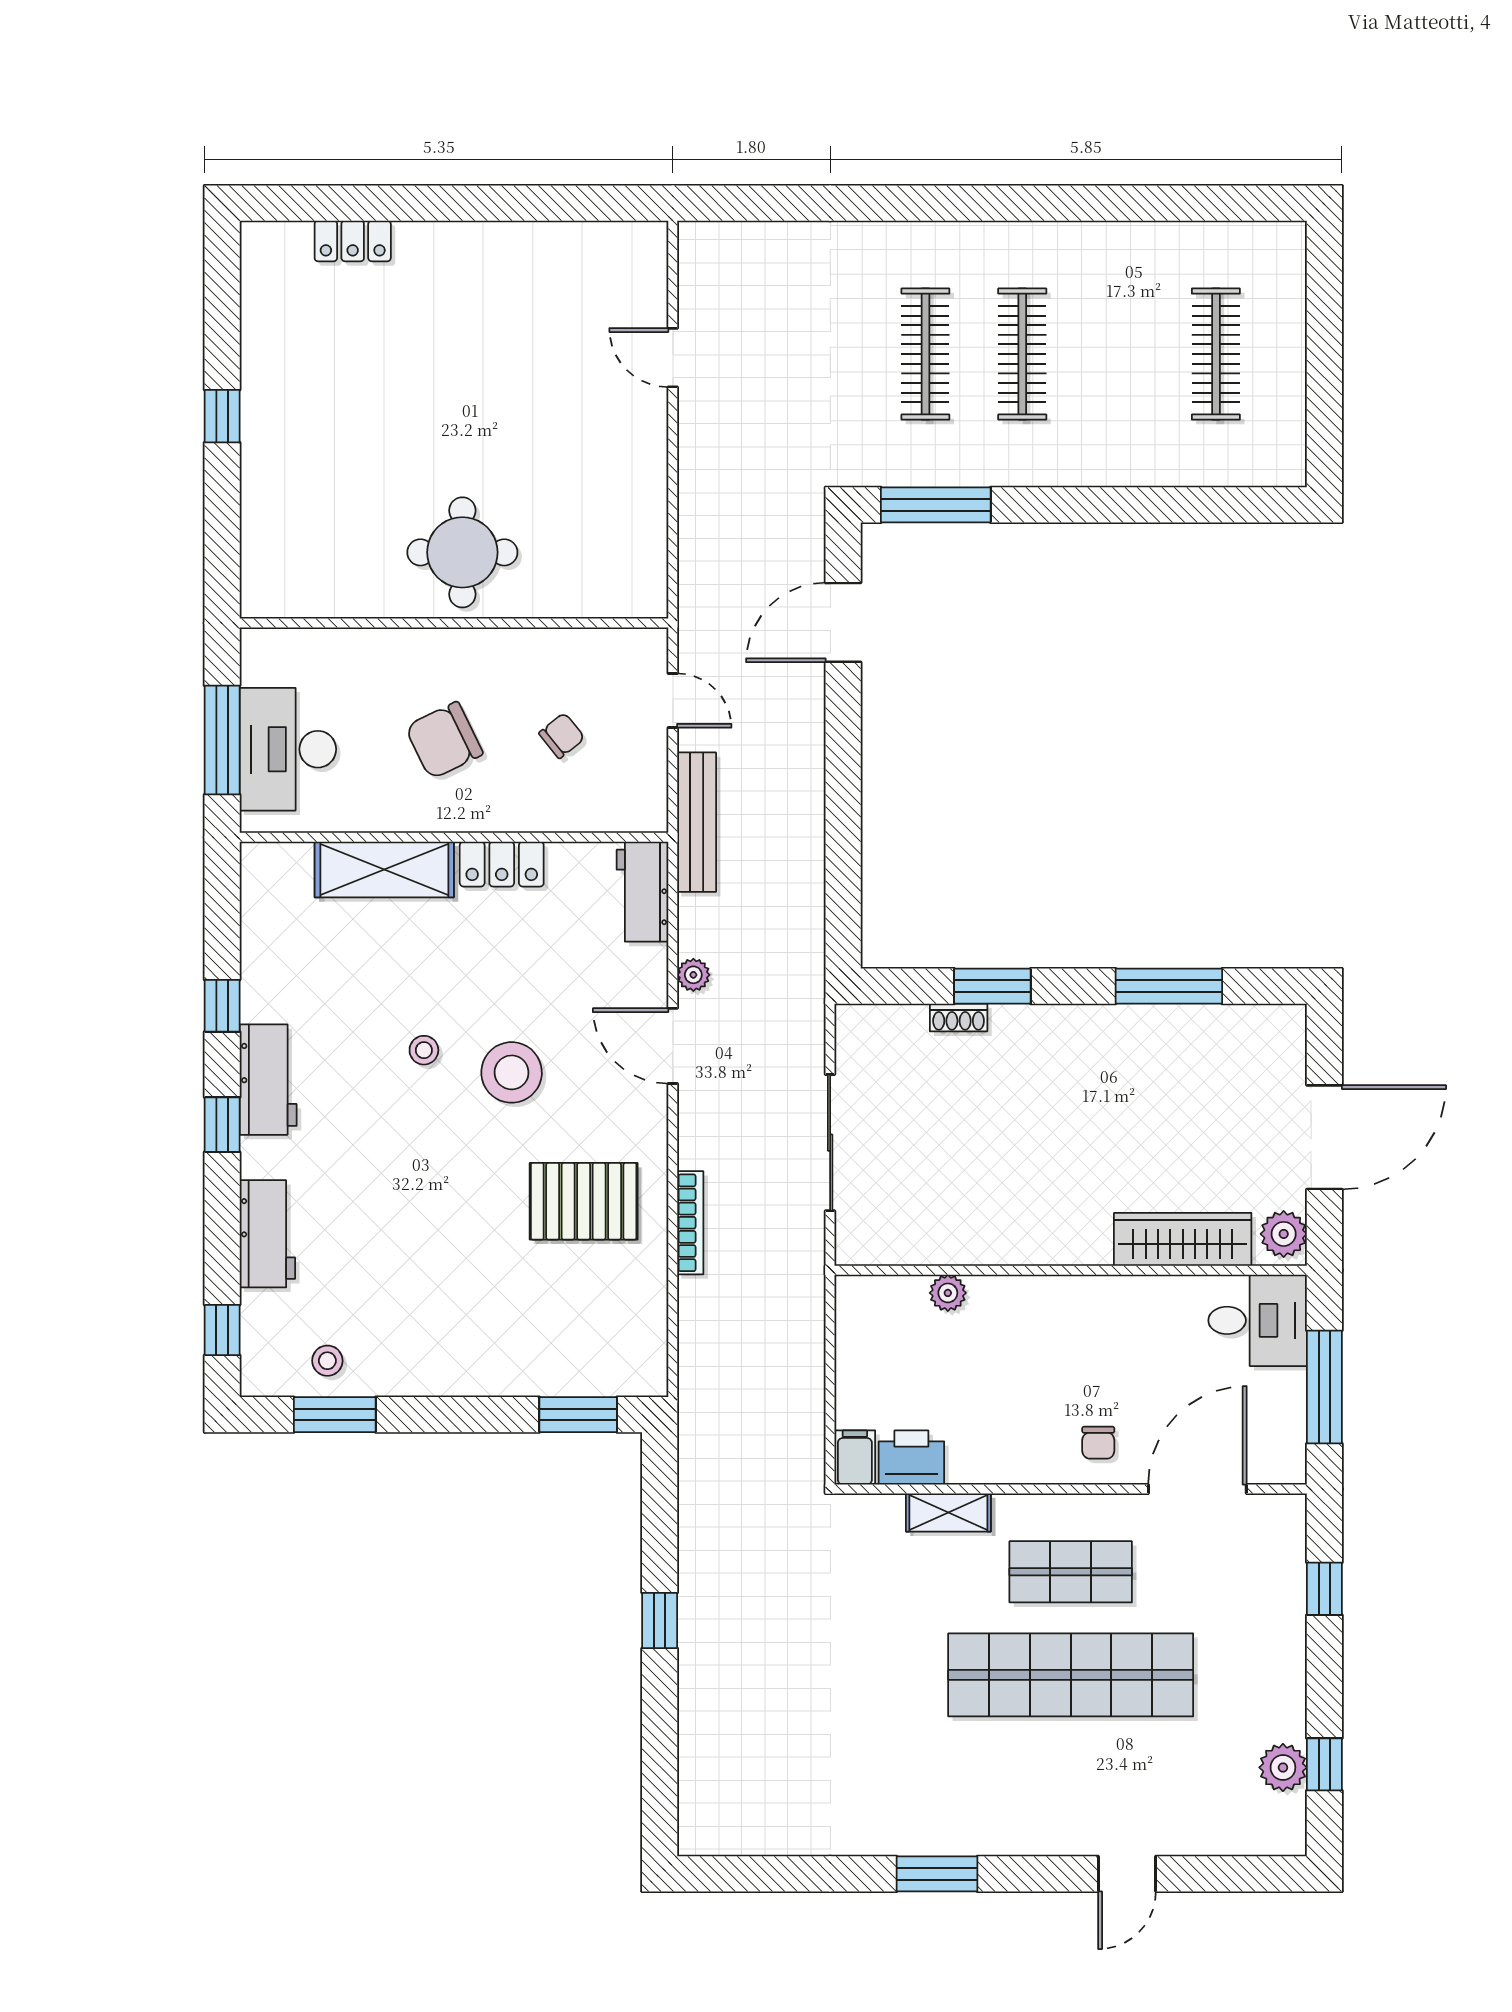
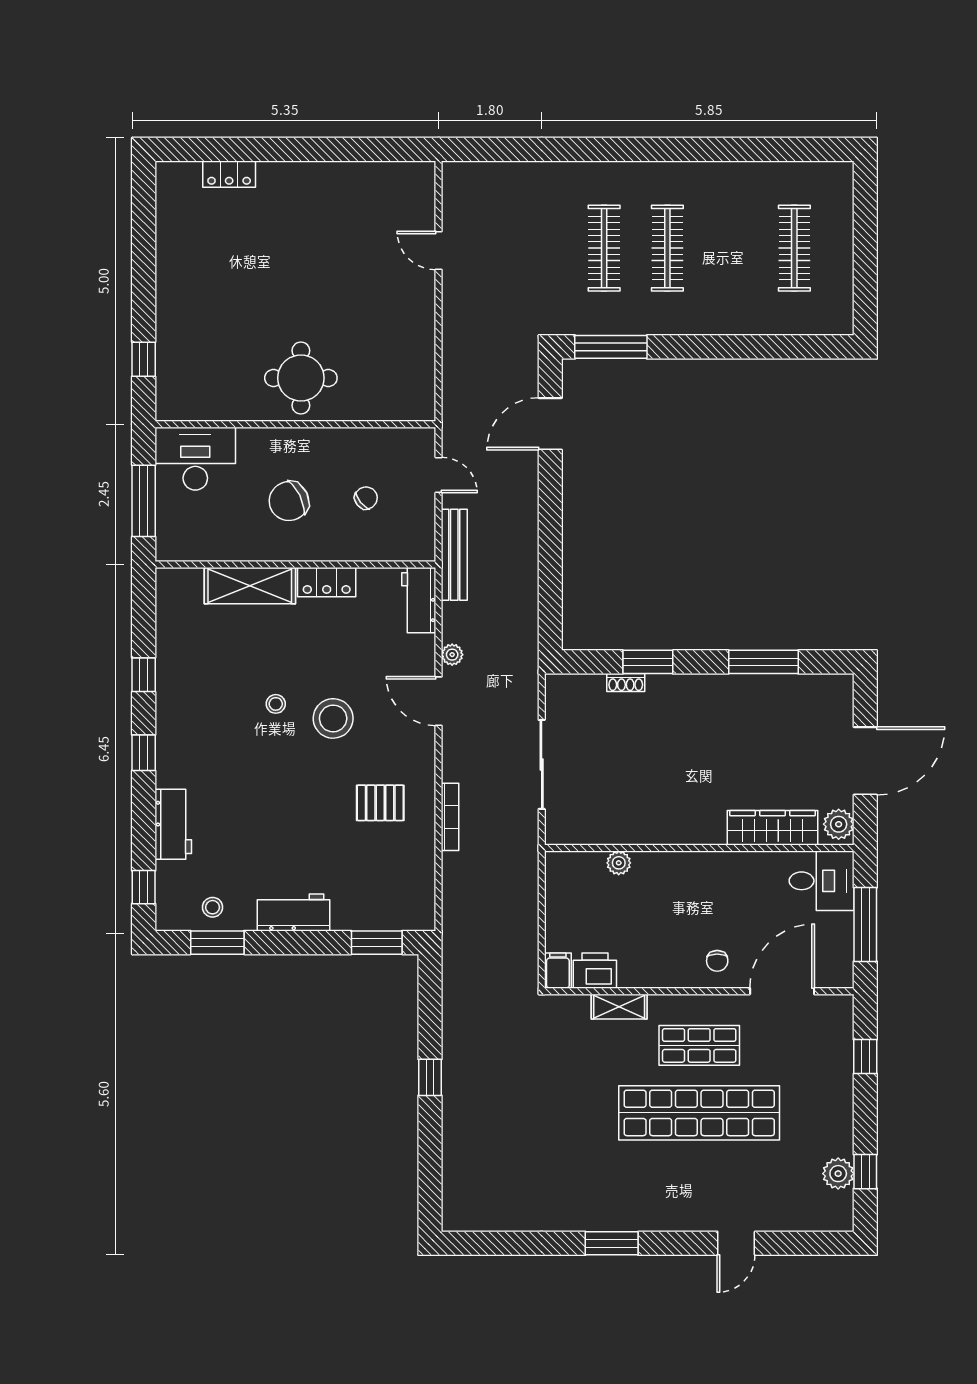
window: (222, 416) -> (144, 359), moved
desk: (288, 749) -> (195, 459), moved, turned 90
workbench: (268, 1080) -> (293, 912), moved, turned -90
pallet: (584, 1201) -> (380, 803), width x0.67, depth x0.71

